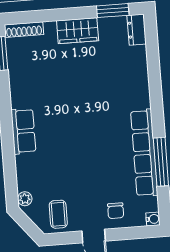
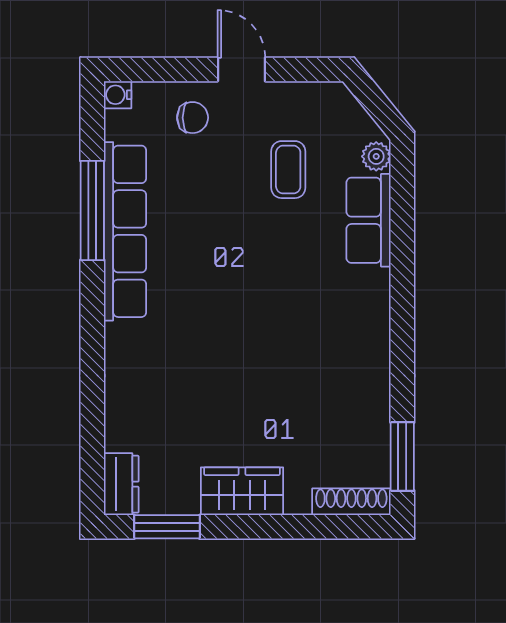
row of seats: (23, 131) -> (369, 220), moved
chair: (116, 211) -> (193, 118), turned 90
coffee table: (58, 214) -> (288, 170), moved

